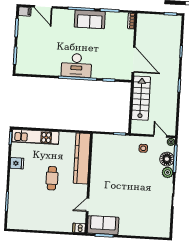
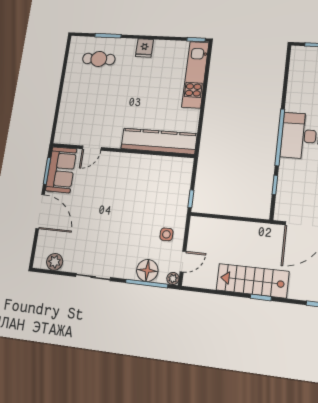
stairs: (141, 98) -> (252, 281), moved, turned 180
fridge: (17, 163) -> (144, 48), moved
plant: (168, 172) -> (55, 262), moved
cafe table: (52, 178) -> (99, 59), moved
door: (88, 205) -> (92, 148), swing flipped
dishwasher: (79, 228) -> (61, 135), removed
door: (132, 237) -> (40, 212), added

